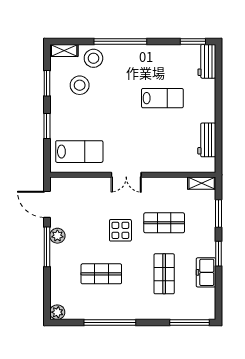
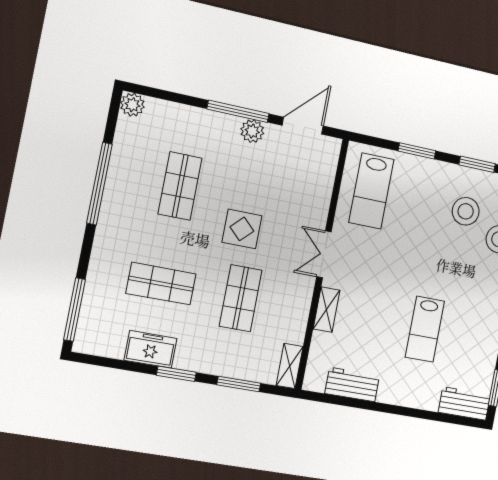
shelving: (161, 166) -> (326, 310), added

